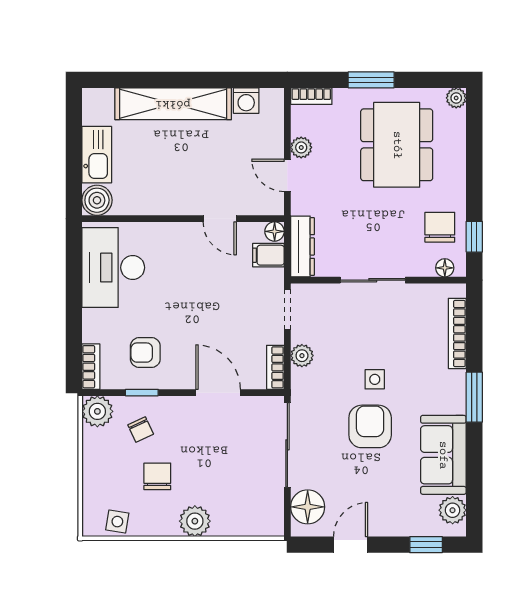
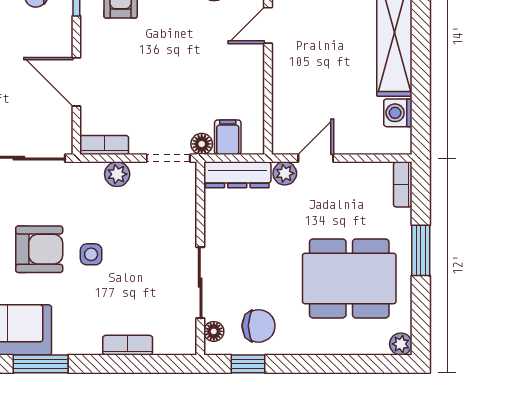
plant: (301, 147) -> (285, 173), moved
door: (220, 219) -> (268, 25), moved
floor lamp: (275, 231) -> (202, 144), moved
sliding door: (373, 280) -> (200, 283), moved
bookcase: (457, 333) -> (128, 345), width x0.64
door: (218, 393) -> (76, 82), swing flipped
window: (474, 397) -> (41, 364), moved

